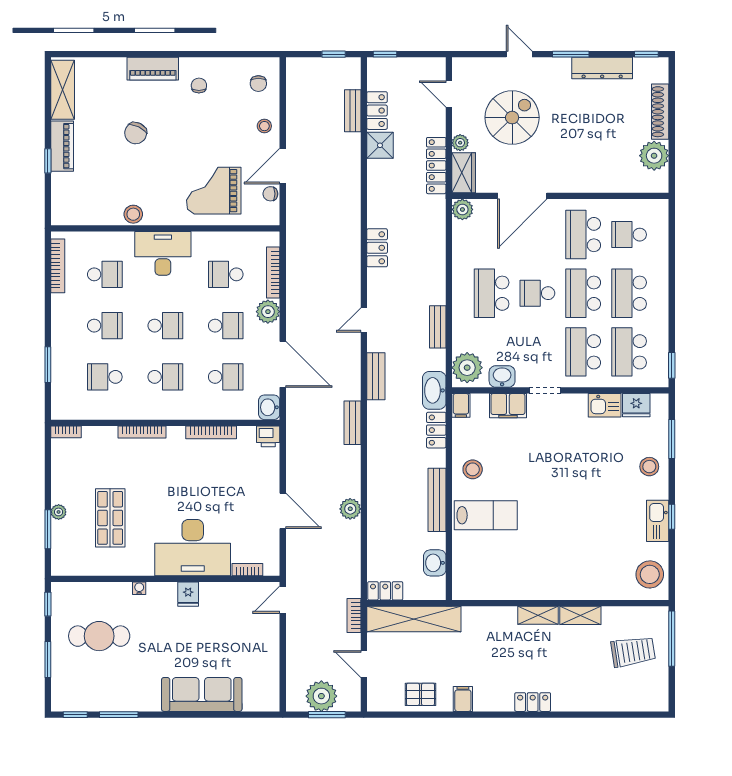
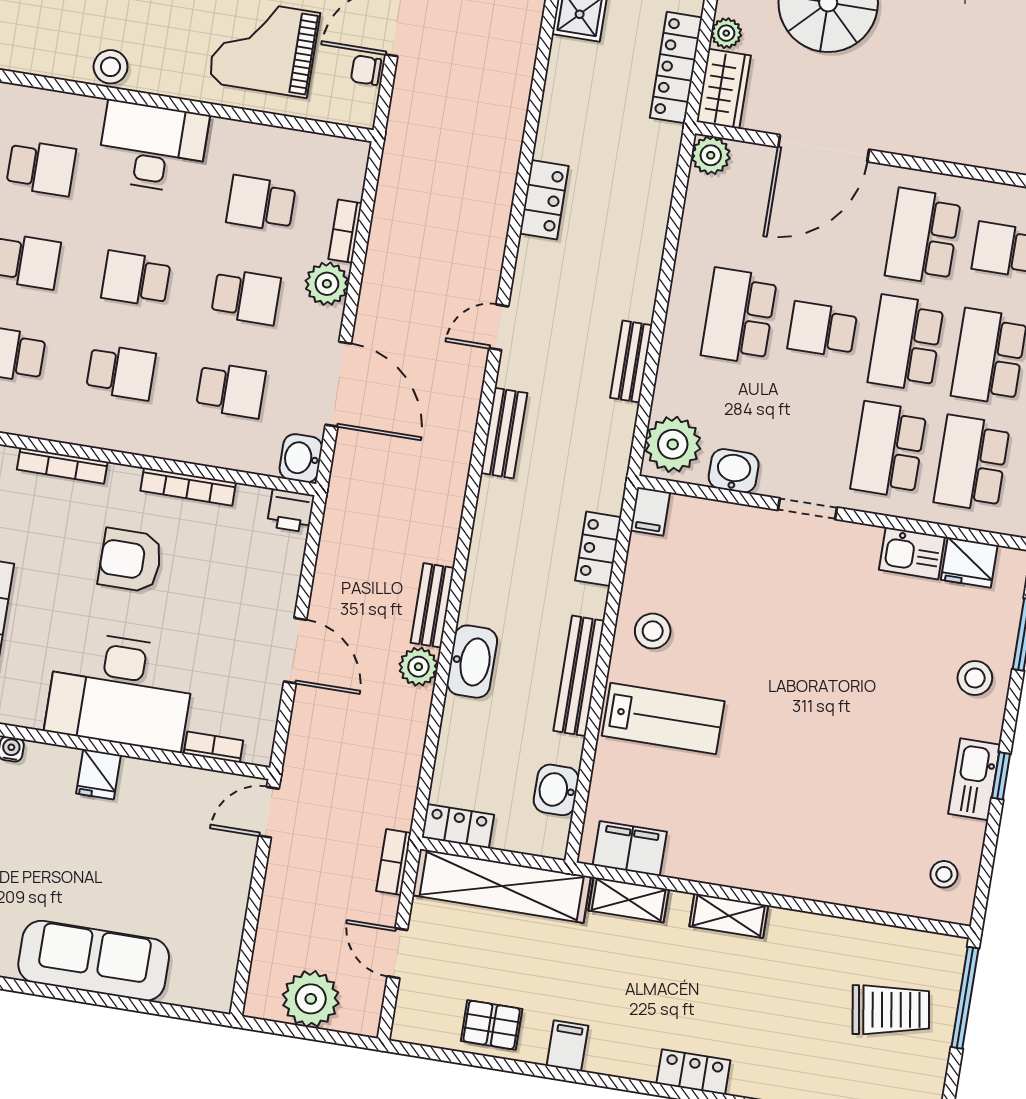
bookcase: (273, 273) -> (345, 231), width x0.64
school desk: (165, 326) -> (136, 279), turned 180
washbasin: (434, 390) -> (472, 662), moved, turned 180
filing cabinet: (508, 406) -> (630, 848), moved, turned 180
bench: (352, 423) -> (432, 605), moved
armchair: (187, 477) -> (130, 560), added
stool: (650, 574) -> (944, 874), width x0.53, depth x0.53
shelving: (580, 615) -> (629, 900), moved
window: (327, 715) -> (315, 1034), removed

